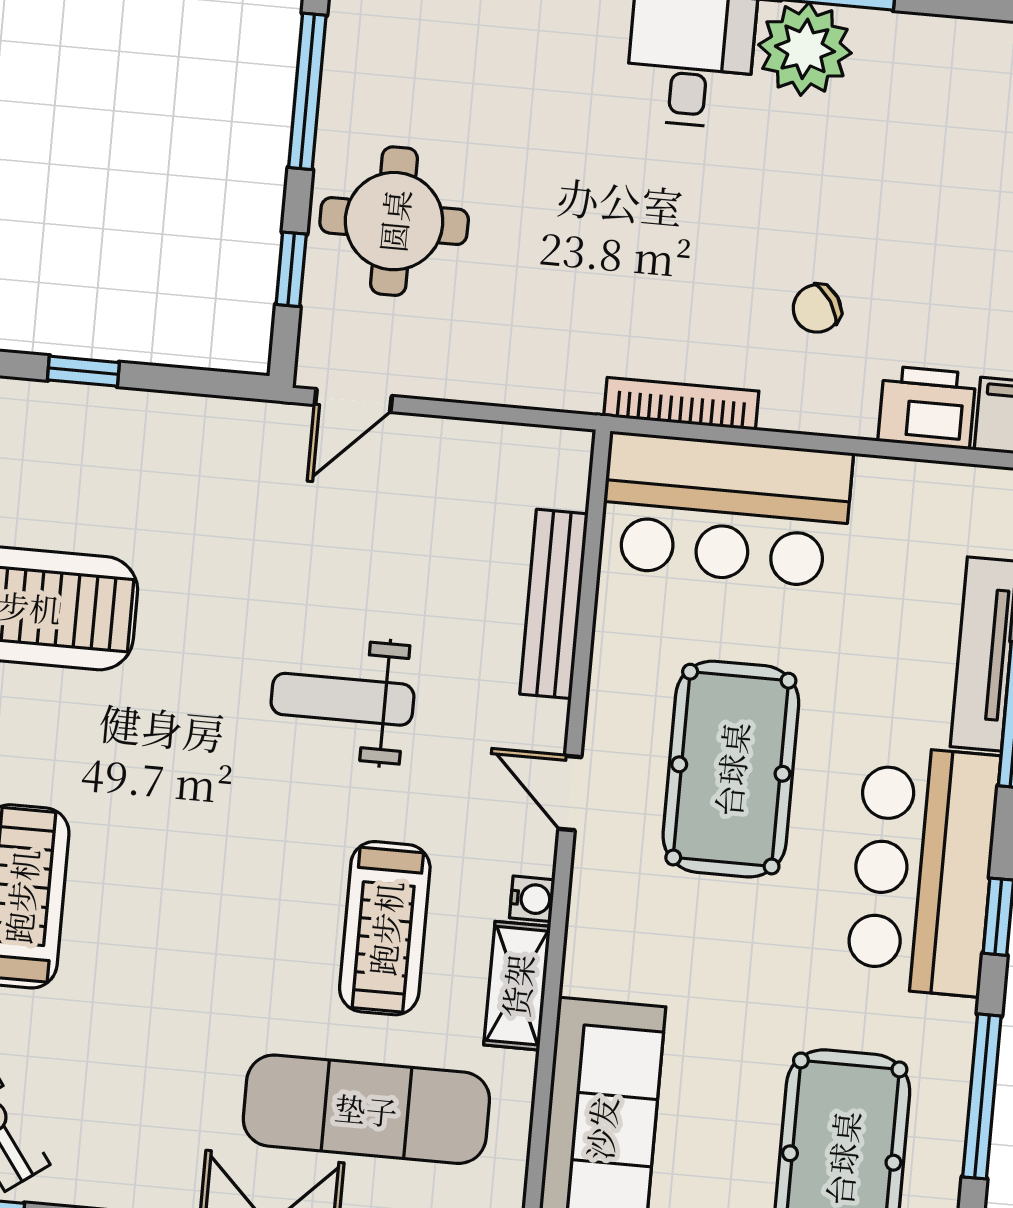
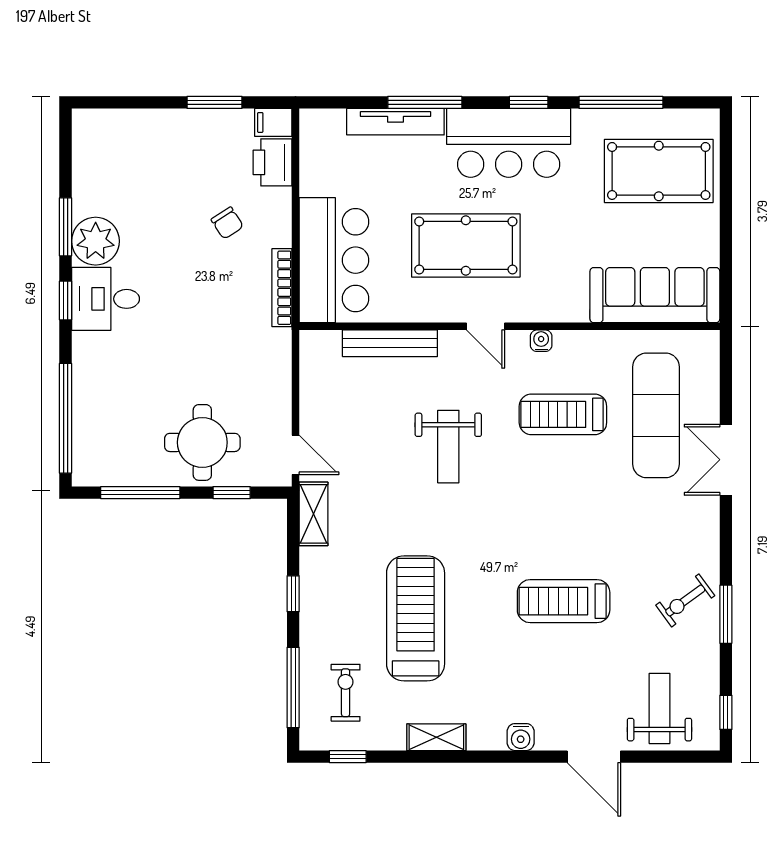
door: (570, 793) -> (485, 326), hinge flipped
treadmill: (385, 928) -> (563, 414), turned 180
shelving: (517, 986) -> (314, 514), moved, turned 90

